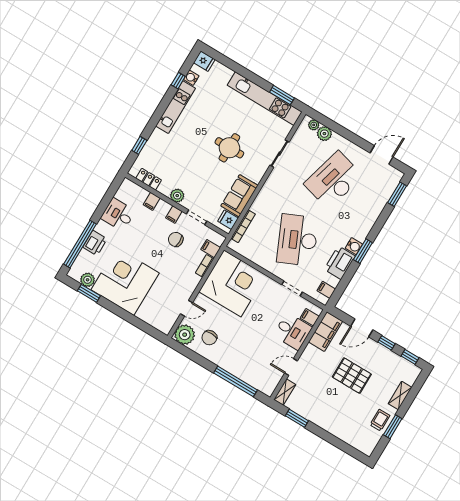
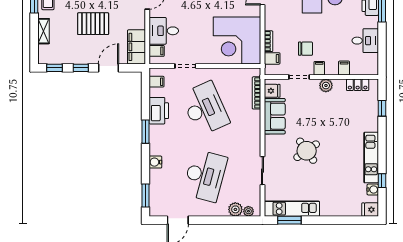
kitchen unit: (265, 99) -> (292, 209), width x0.73
round table: (229, 148) -> (307, 151), turned -35
water cooler: (354, 246) -> (155, 162), moved

